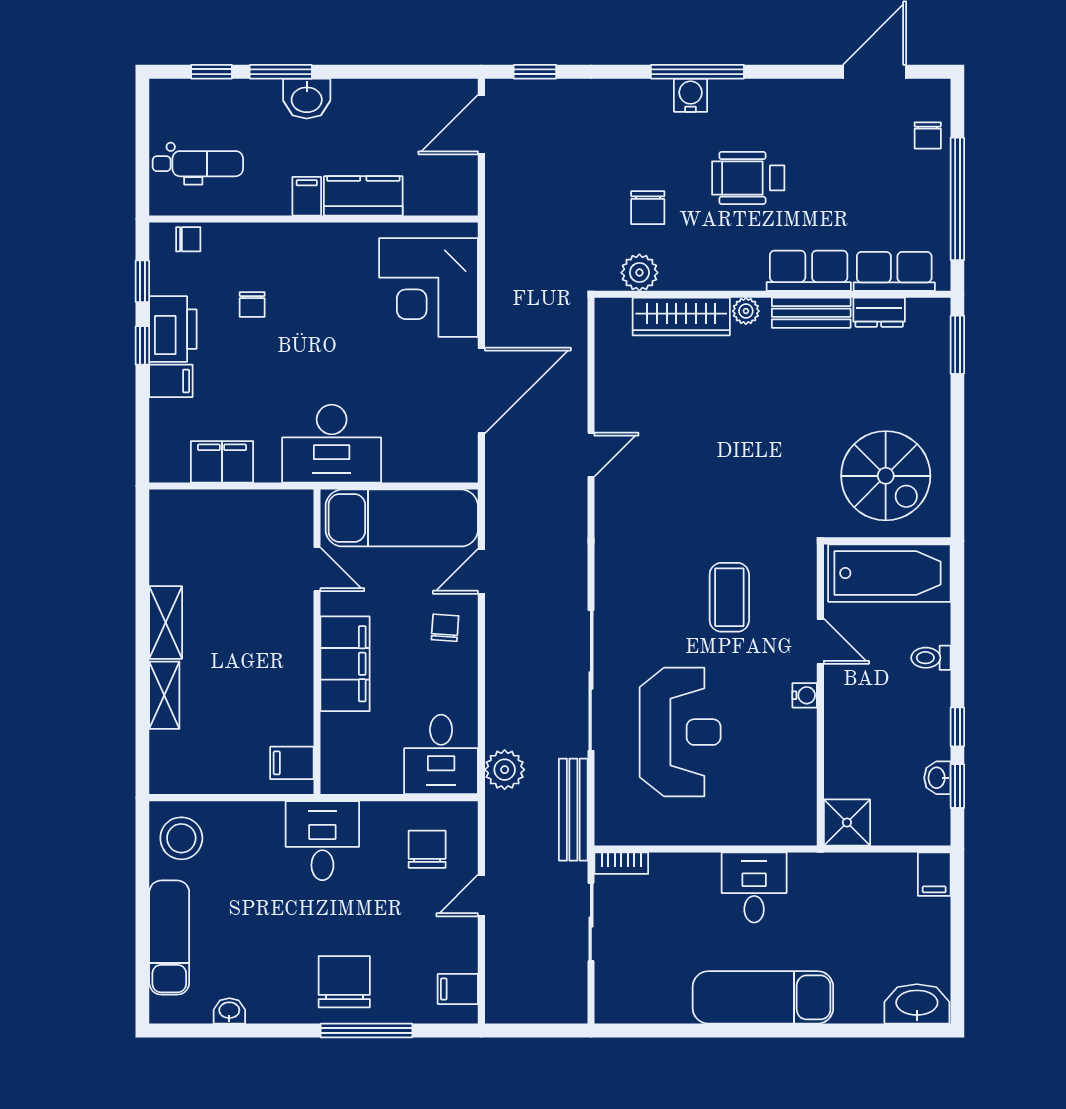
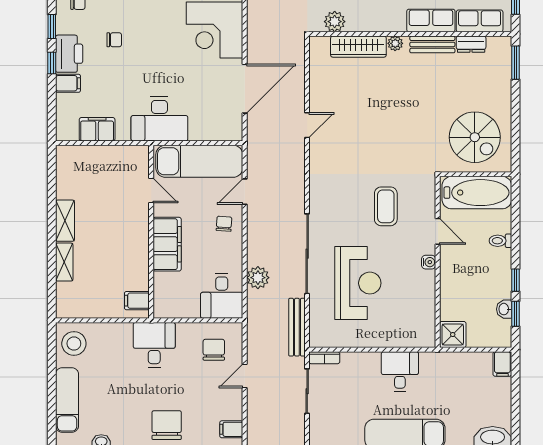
chair: (252, 305) -> (114, 40), turned -90
plant: (505, 770) -> (258, 278), moved

